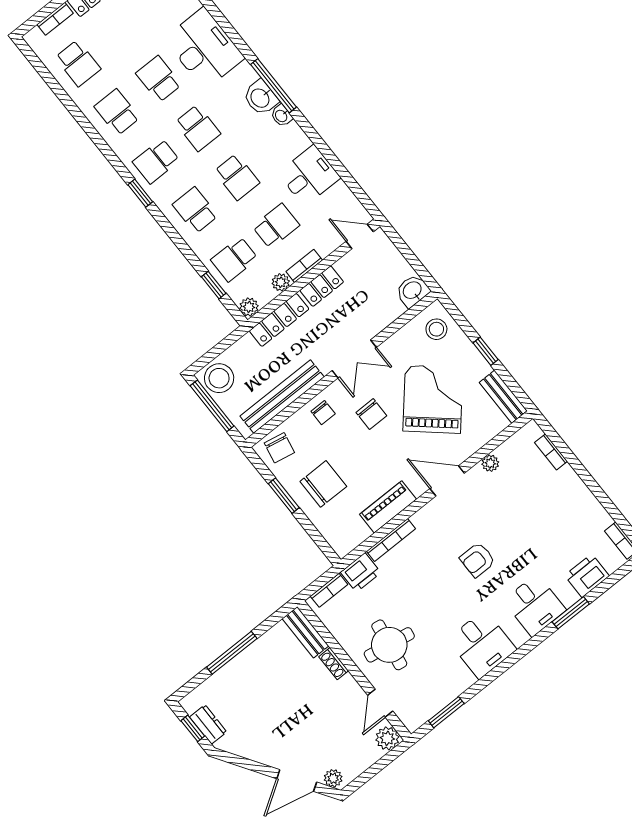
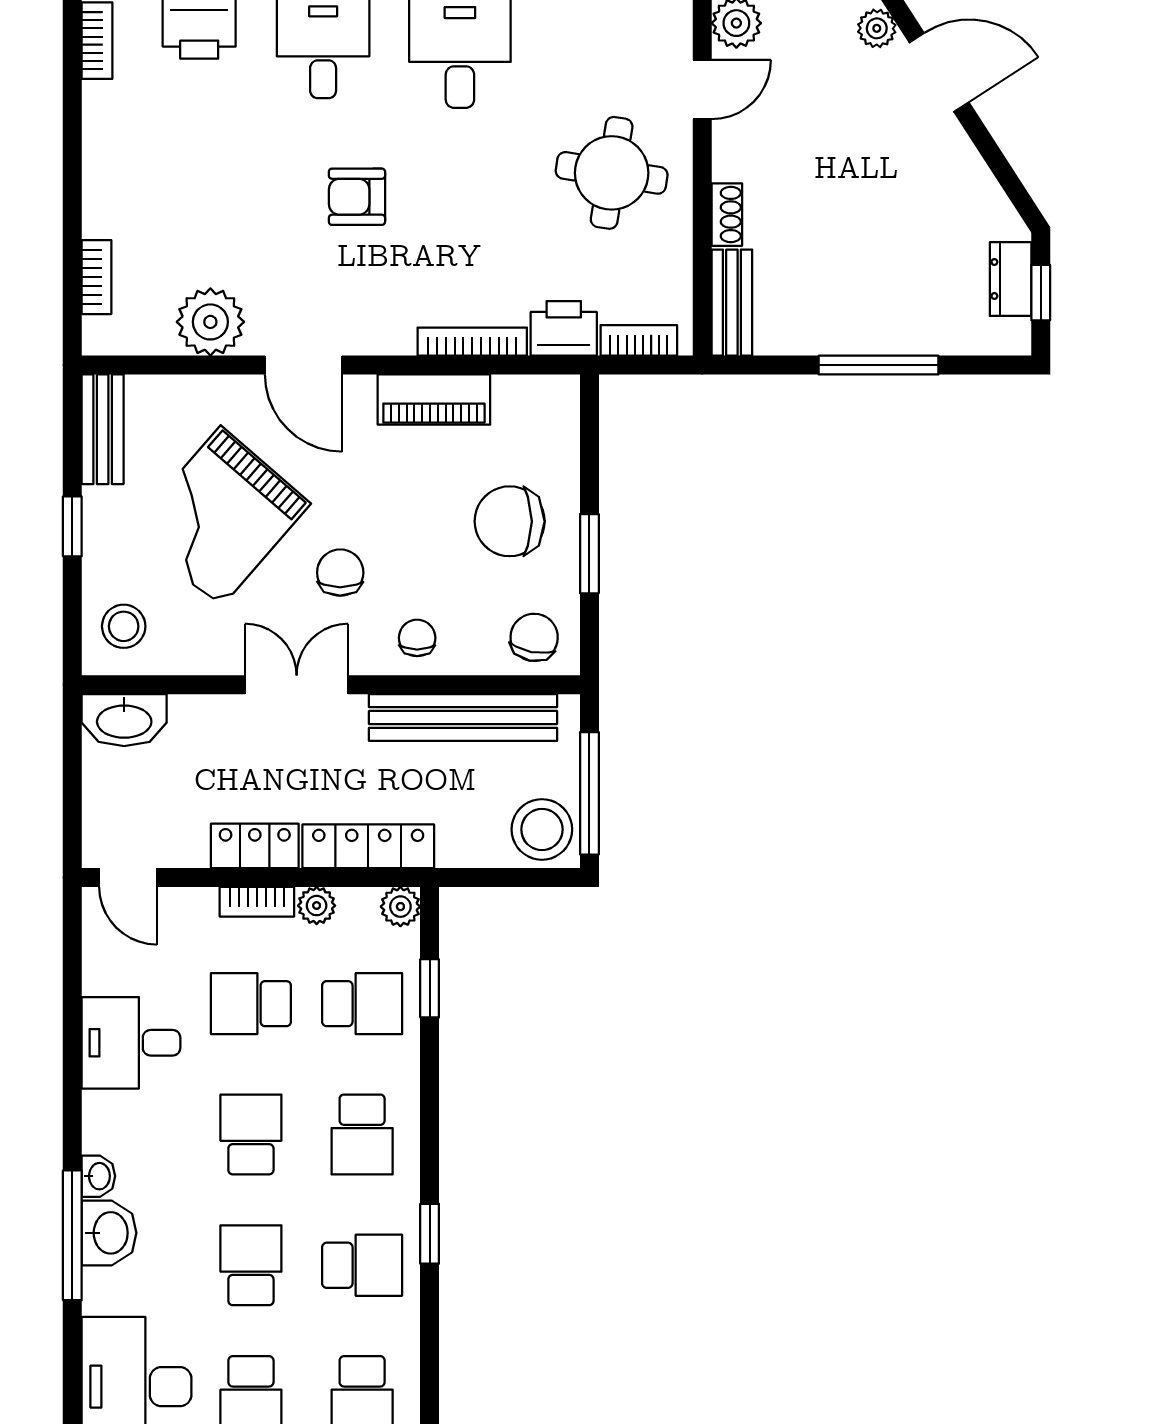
washbasin: (413, 291) -> (124, 720), width x1.38
plant: (490, 463) -> (210, 322), width x1.88, depth x1.88
armchair: (477, 560) -> (357, 197), turned 180

